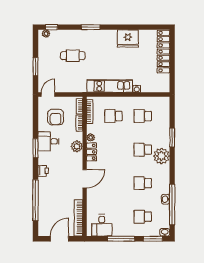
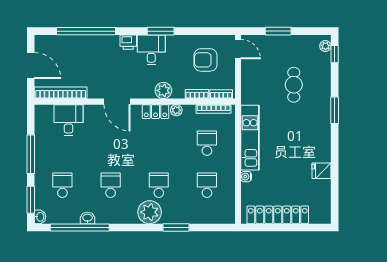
fridge: (128, 38) -> (322, 171), width x0.53, depth x0.75
locker: (163, 52) -> (278, 215), moved
desk: (48, 141) -> (151, 50), moved
desk: (102, 225) -> (68, 120), moved, turned 90

